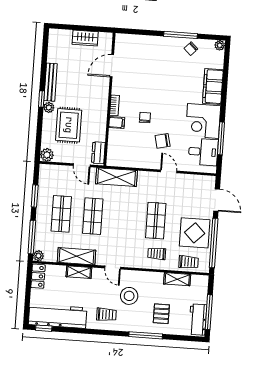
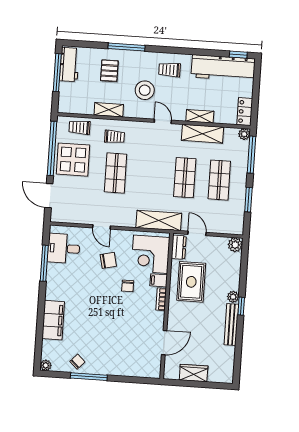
corner desk: (203, 121) -> (151, 254), moved, turned 180
rug: (69, 125) -> (191, 282), moved
shelving: (177, 279) -> (109, 110), moved

